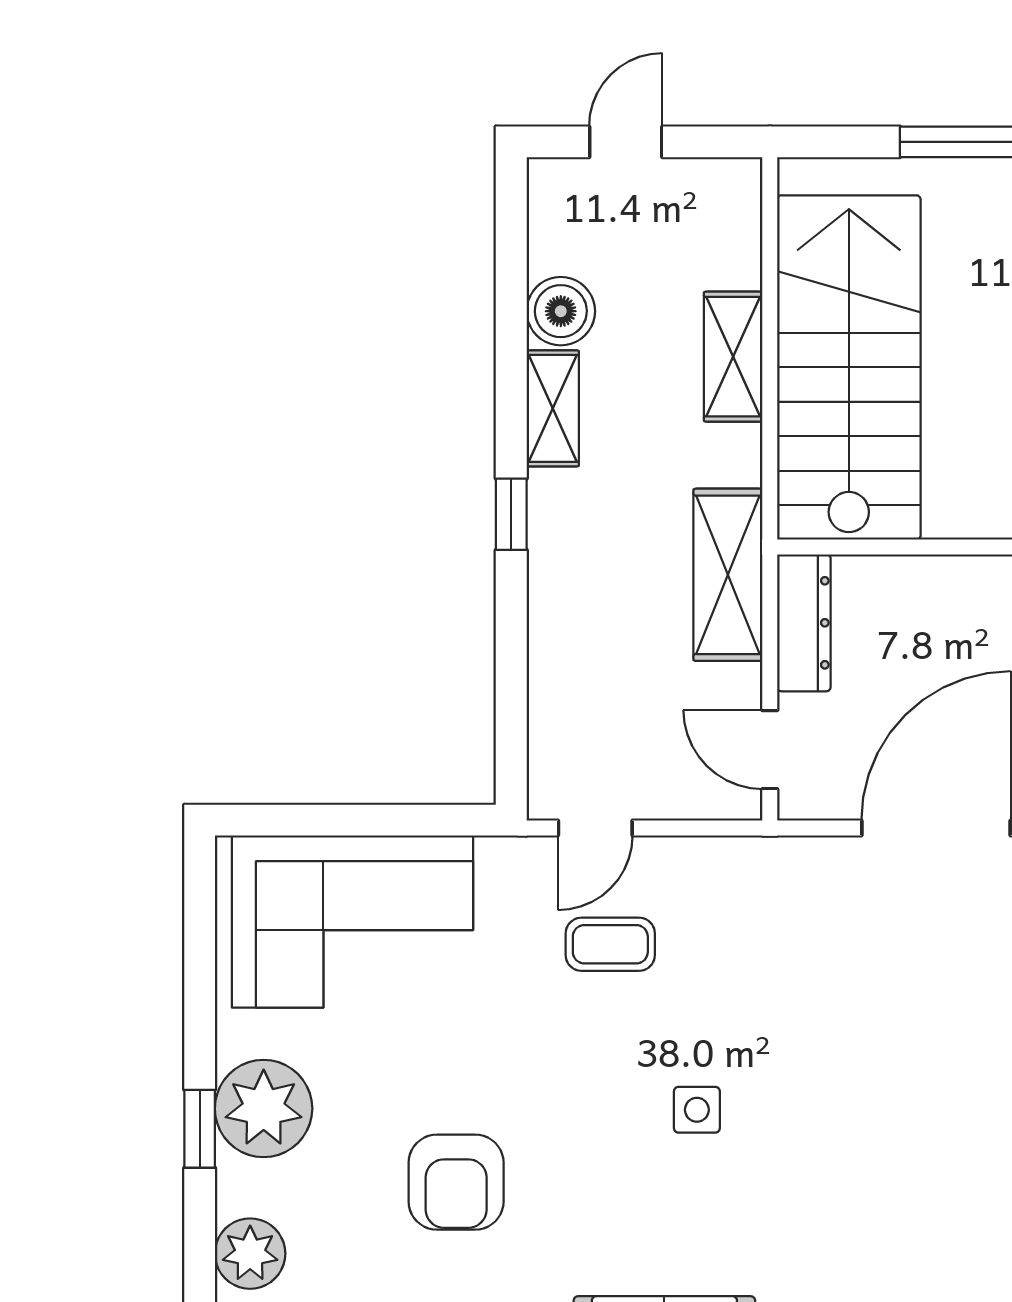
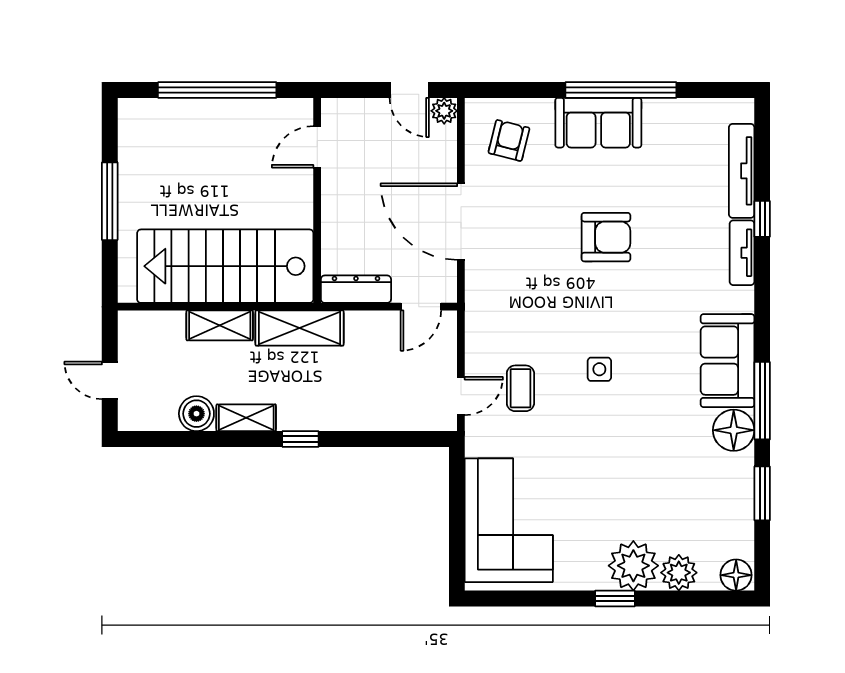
shelving: (728, 575) -> (300, 328), moved
door: (595, 828) -> (461, 396), hinge flipped
plant: (264, 1108) -> (633, 566), moved
side table: (697, 1110) -> (599, 369), moved
armchair: (456, 1182) -> (606, 237), moved

